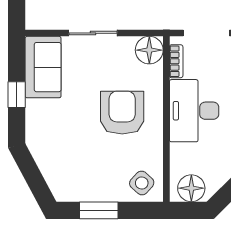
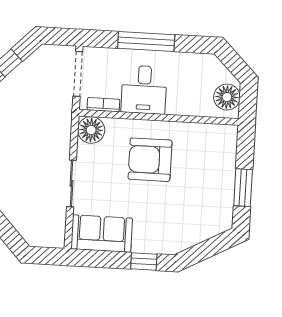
window: (17, 95) -> (144, 261), moved
desk: (194, 111) -> (144, 90), width x0.73
side table: (142, 183) -> (219, 145), removed

